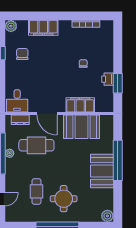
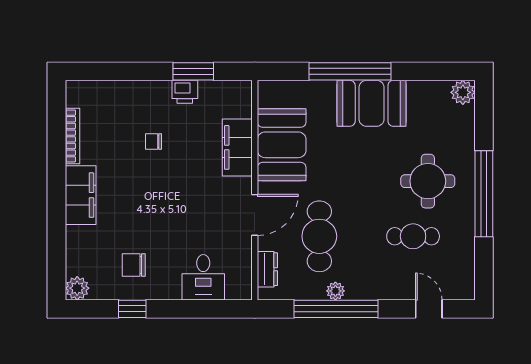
filing cabinet: (43, 28) -> (81, 195), moved
desk: (17, 101) -> (203, 277), moved, turned 90

